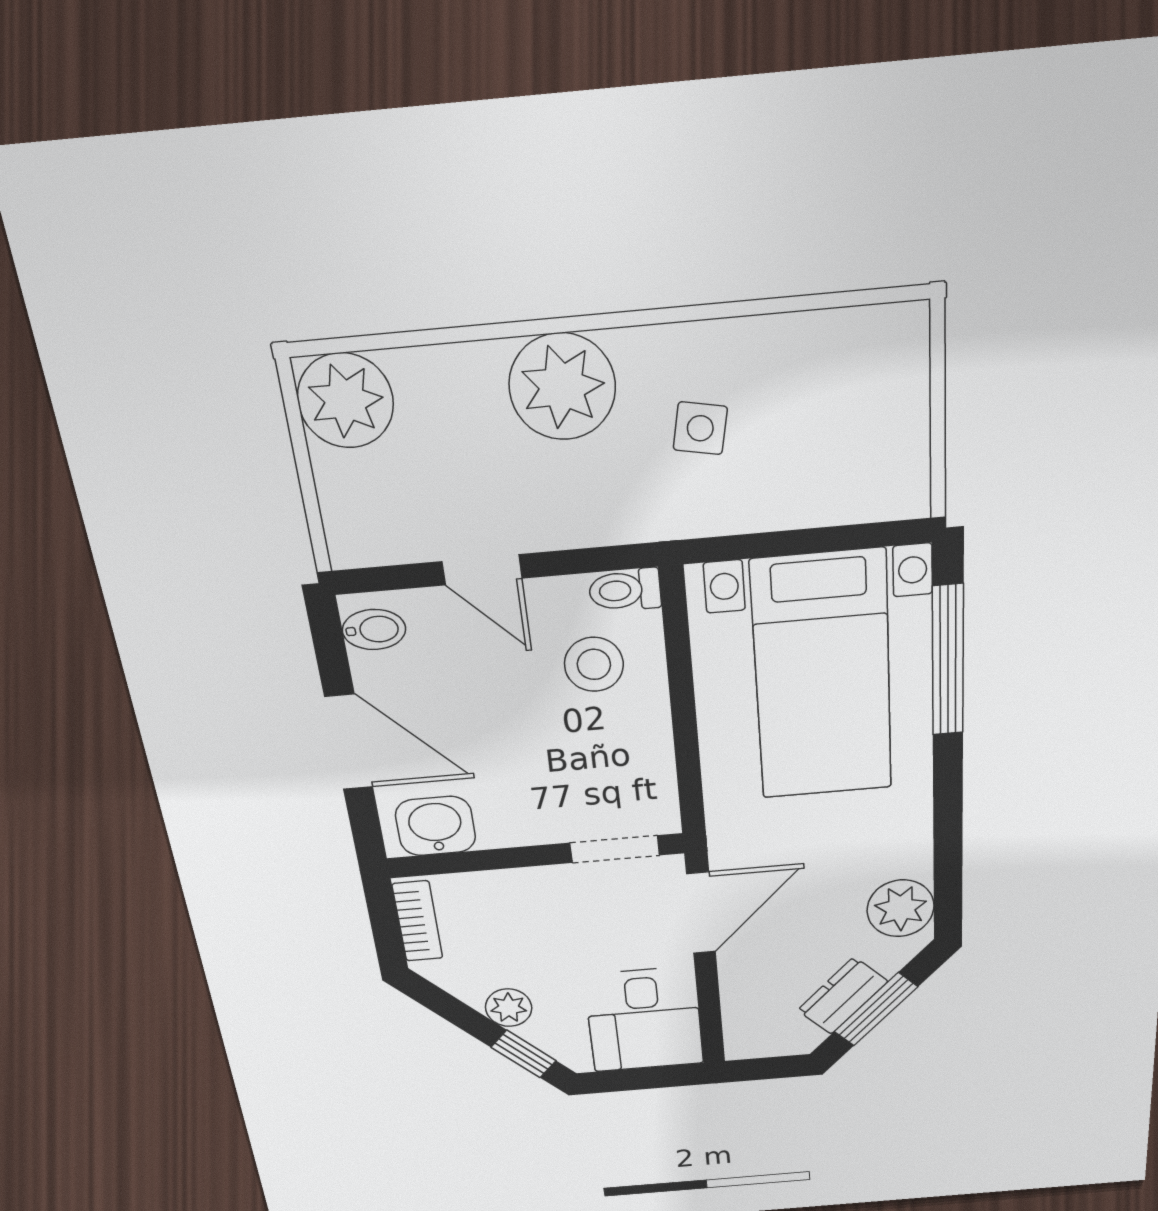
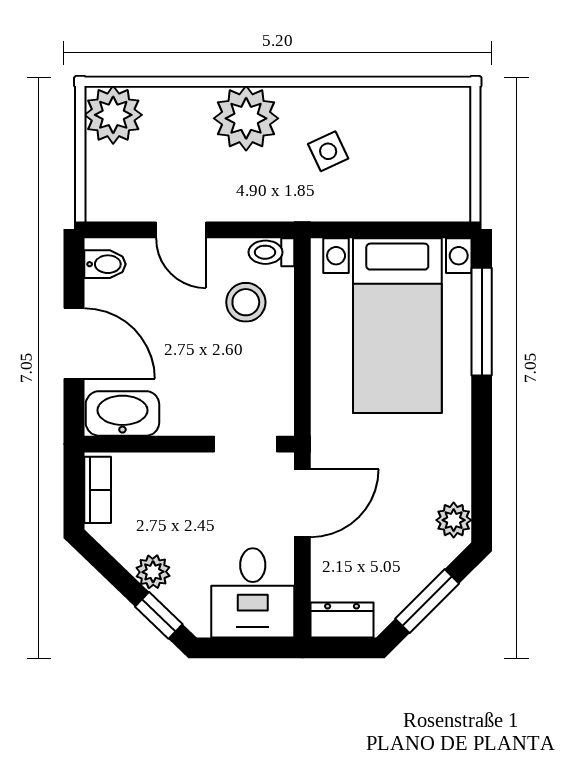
side table: (700, 428) -> (328, 151), turned -36
washbasin: (435, 826) -> (122, 413), width x1.38
plant: (901, 908) -> (454, 520), width x0.73, depth x0.73
dresser: (843, 996) -> (342, 620), moved, turned 45

